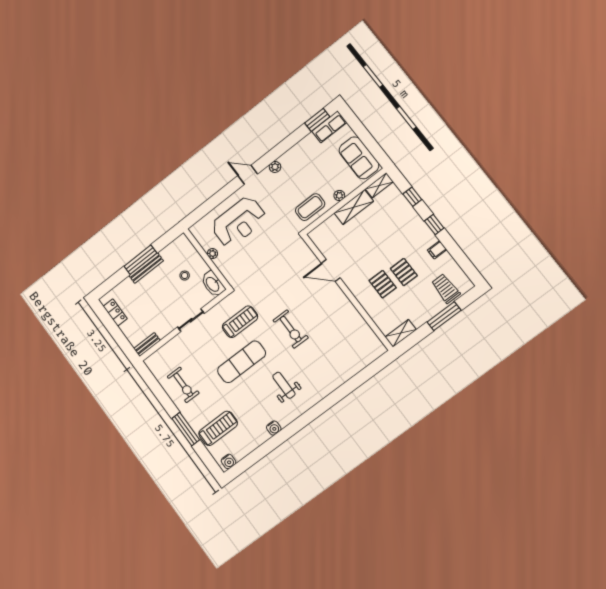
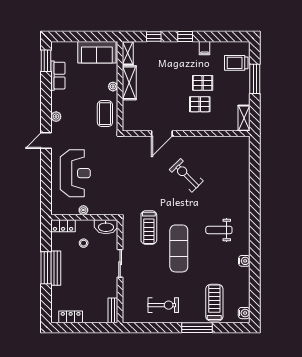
row of seats: (329, 127) -> (58, 76), moved
locker: (186, 247) -> (63, 226), added
treadmill: (240, 322) -> (149, 228), turned 180
exercise bike: (291, 329) -> (186, 175), moved, turned -135

